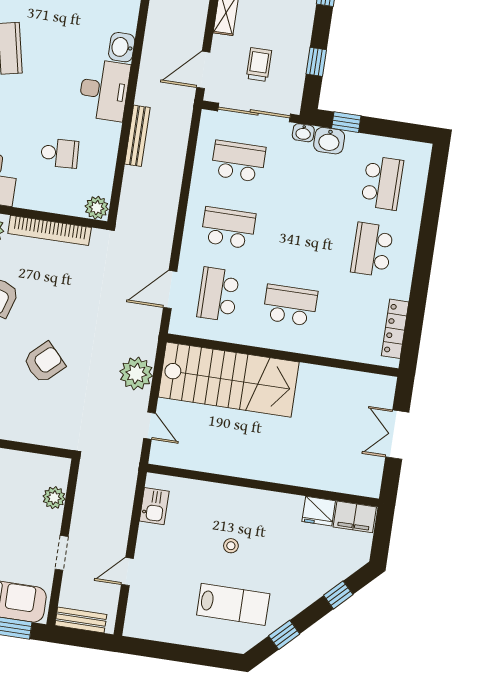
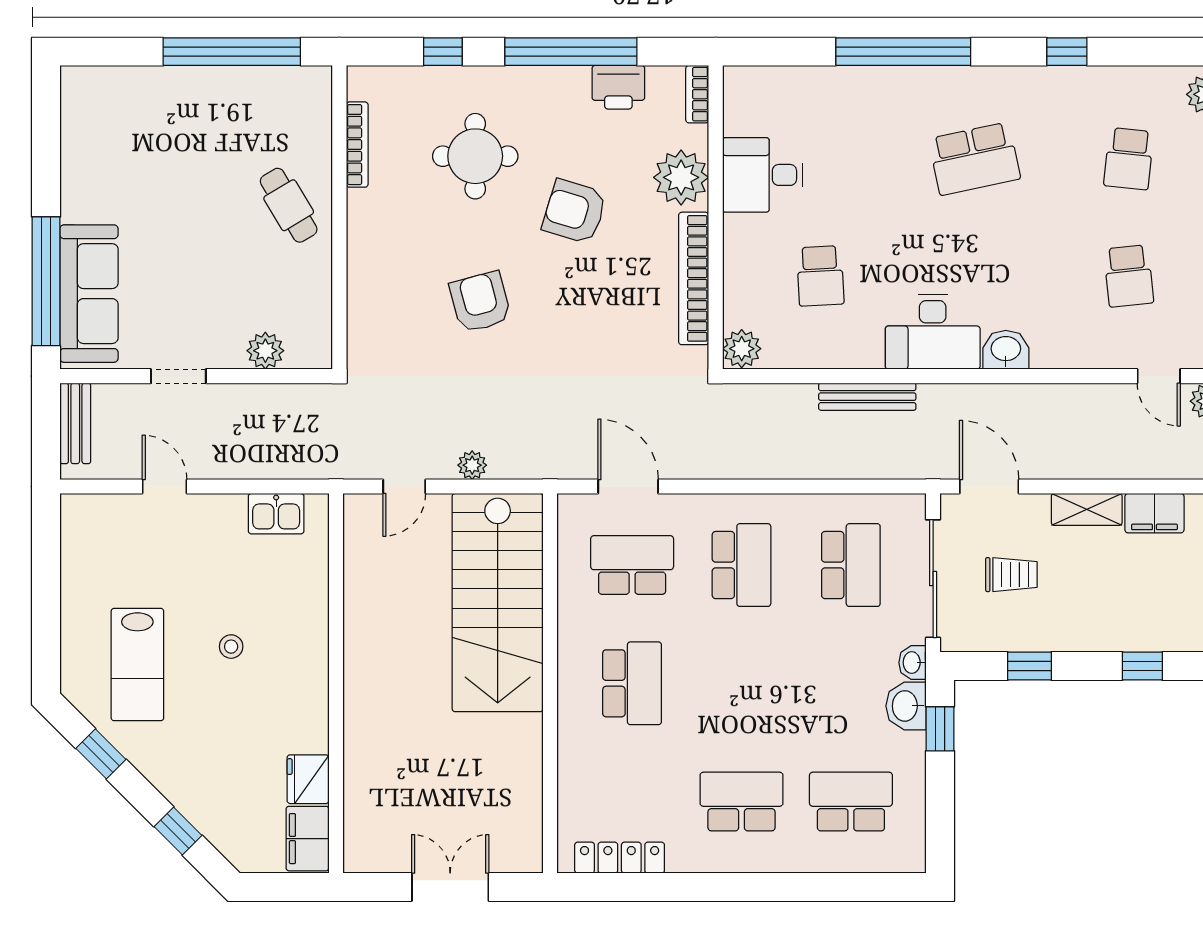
school desk: (382, 183) -> (851, 802), turned 180
armchair: (44, 362) -> (480, 302), turned -152
plant: (136, 374) -> (472, 465), width x0.53, depth x0.53

